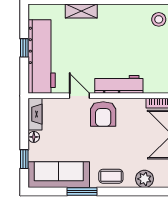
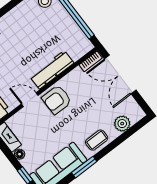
armchair: (103, 114) -> (57, 100), turned 90

